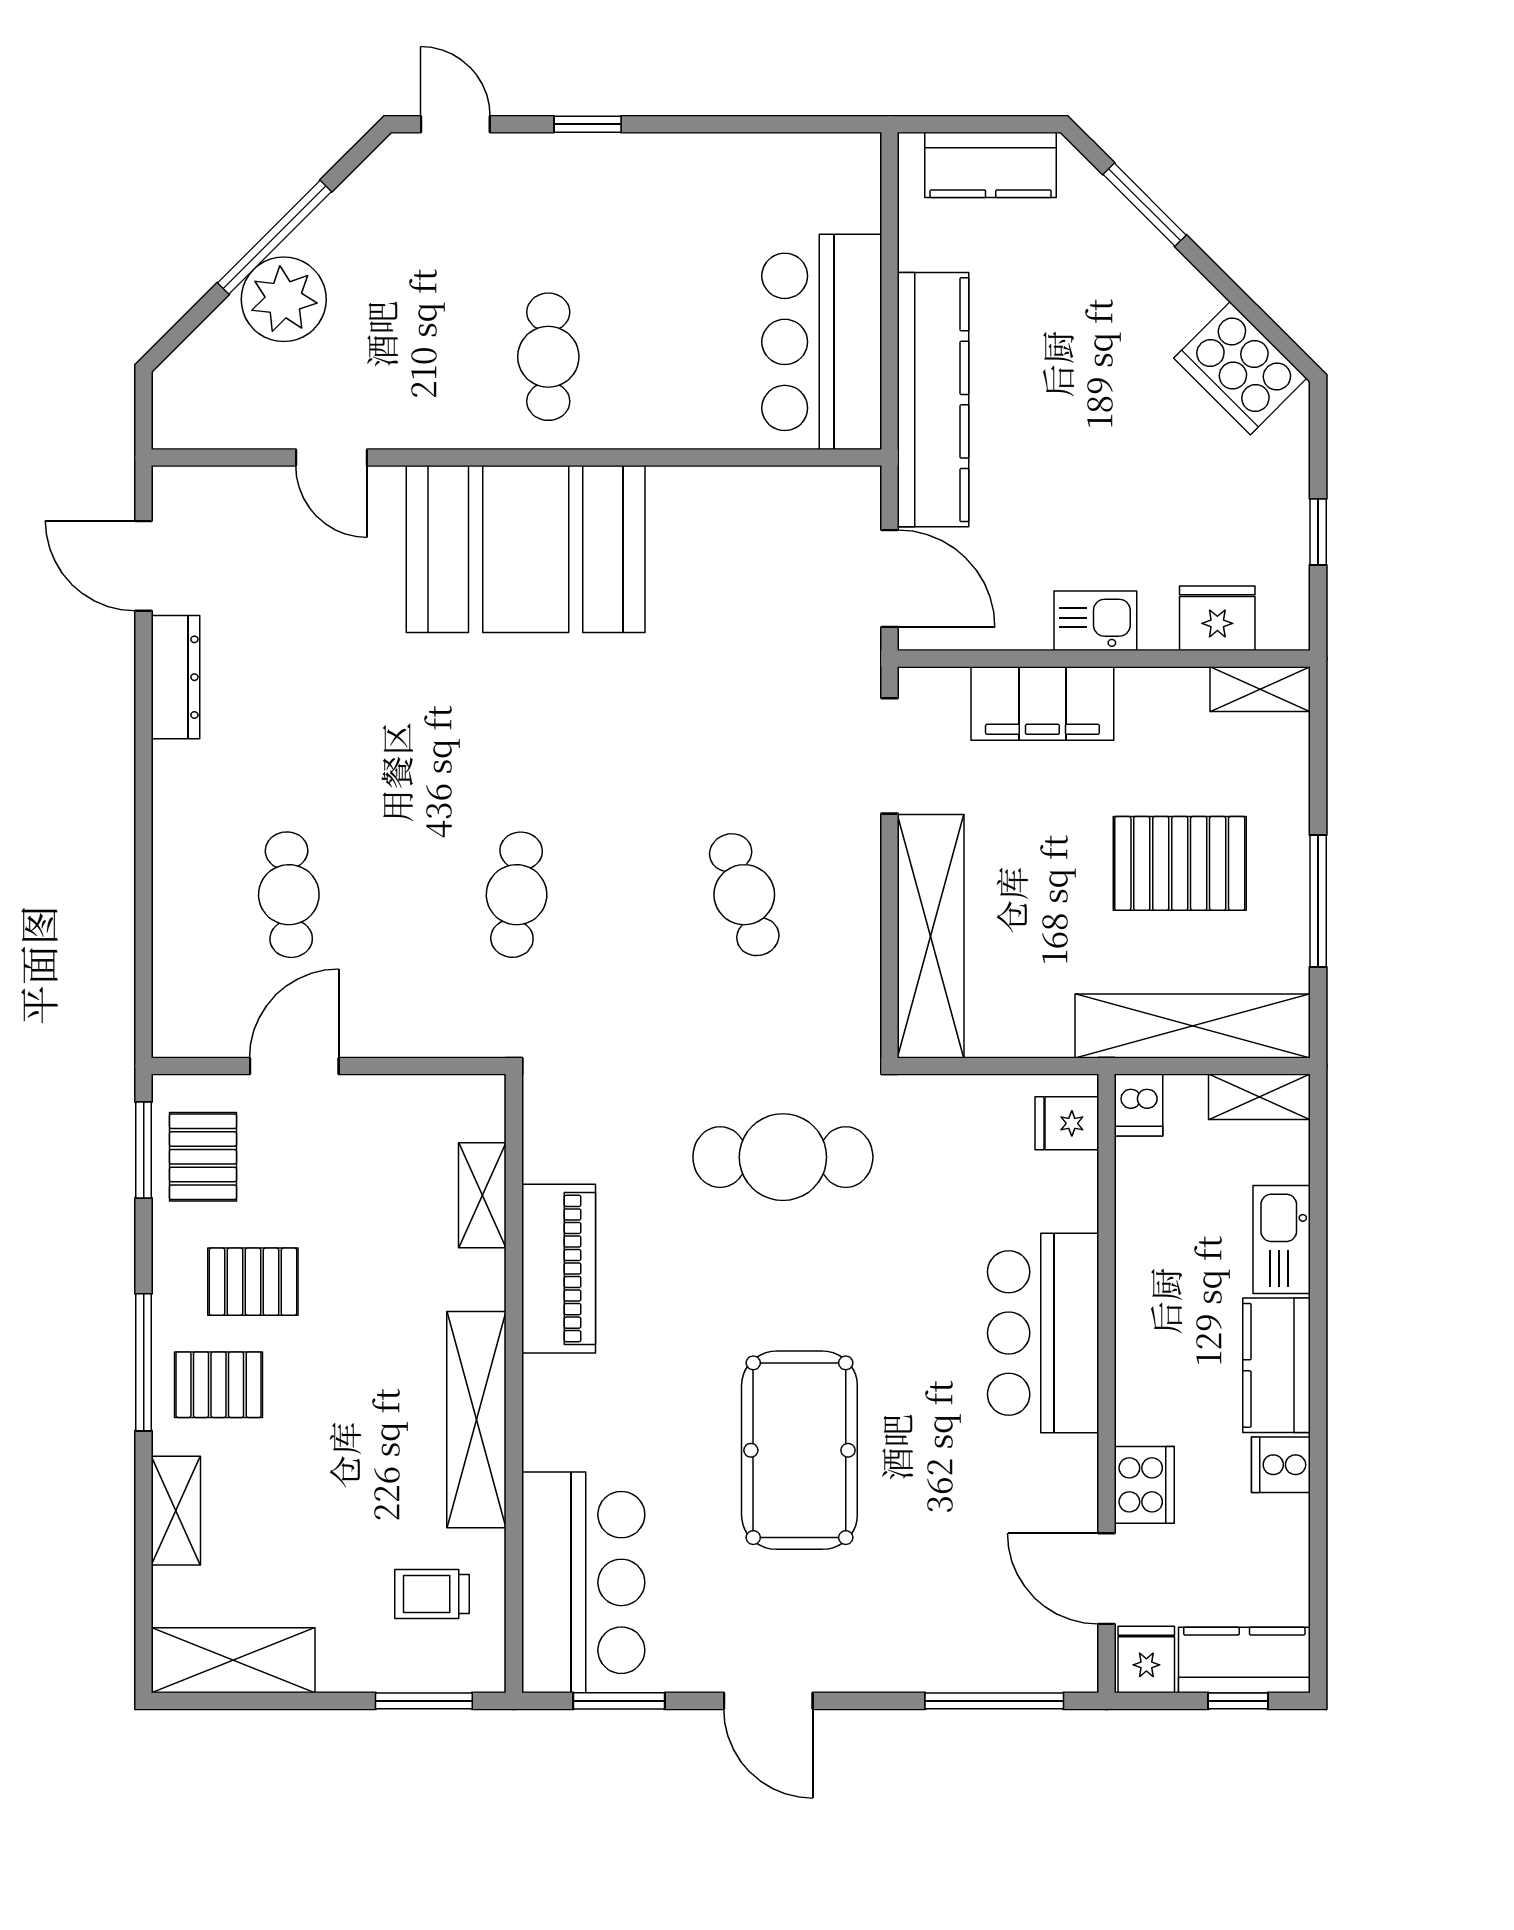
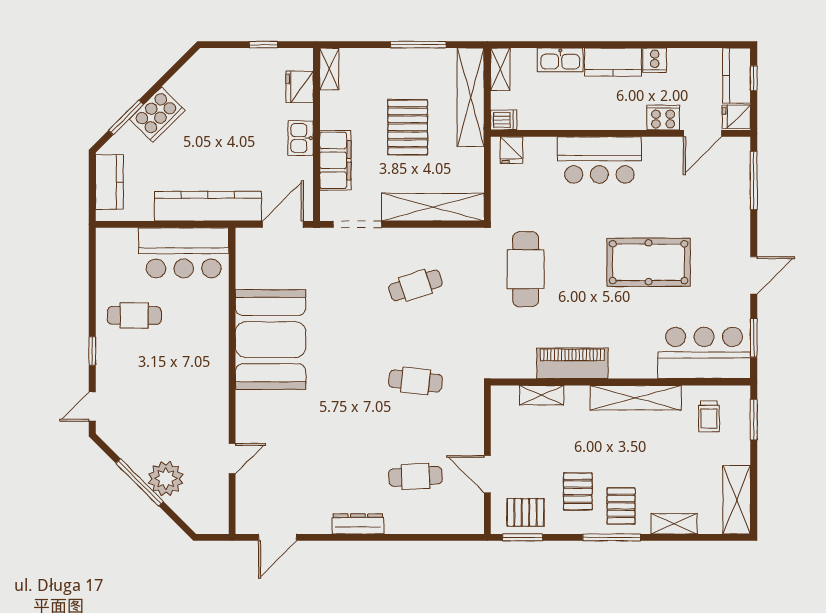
cafe table: (548, 357) -> (134, 315), moved
cooker: (1240, 368) -> (157, 115), moved
booth: (526, 549) -> (271, 340), moved
dresser: (176, 677) -> (358, 524), moved
pallet: (1180, 863) -> (408, 127), moved

